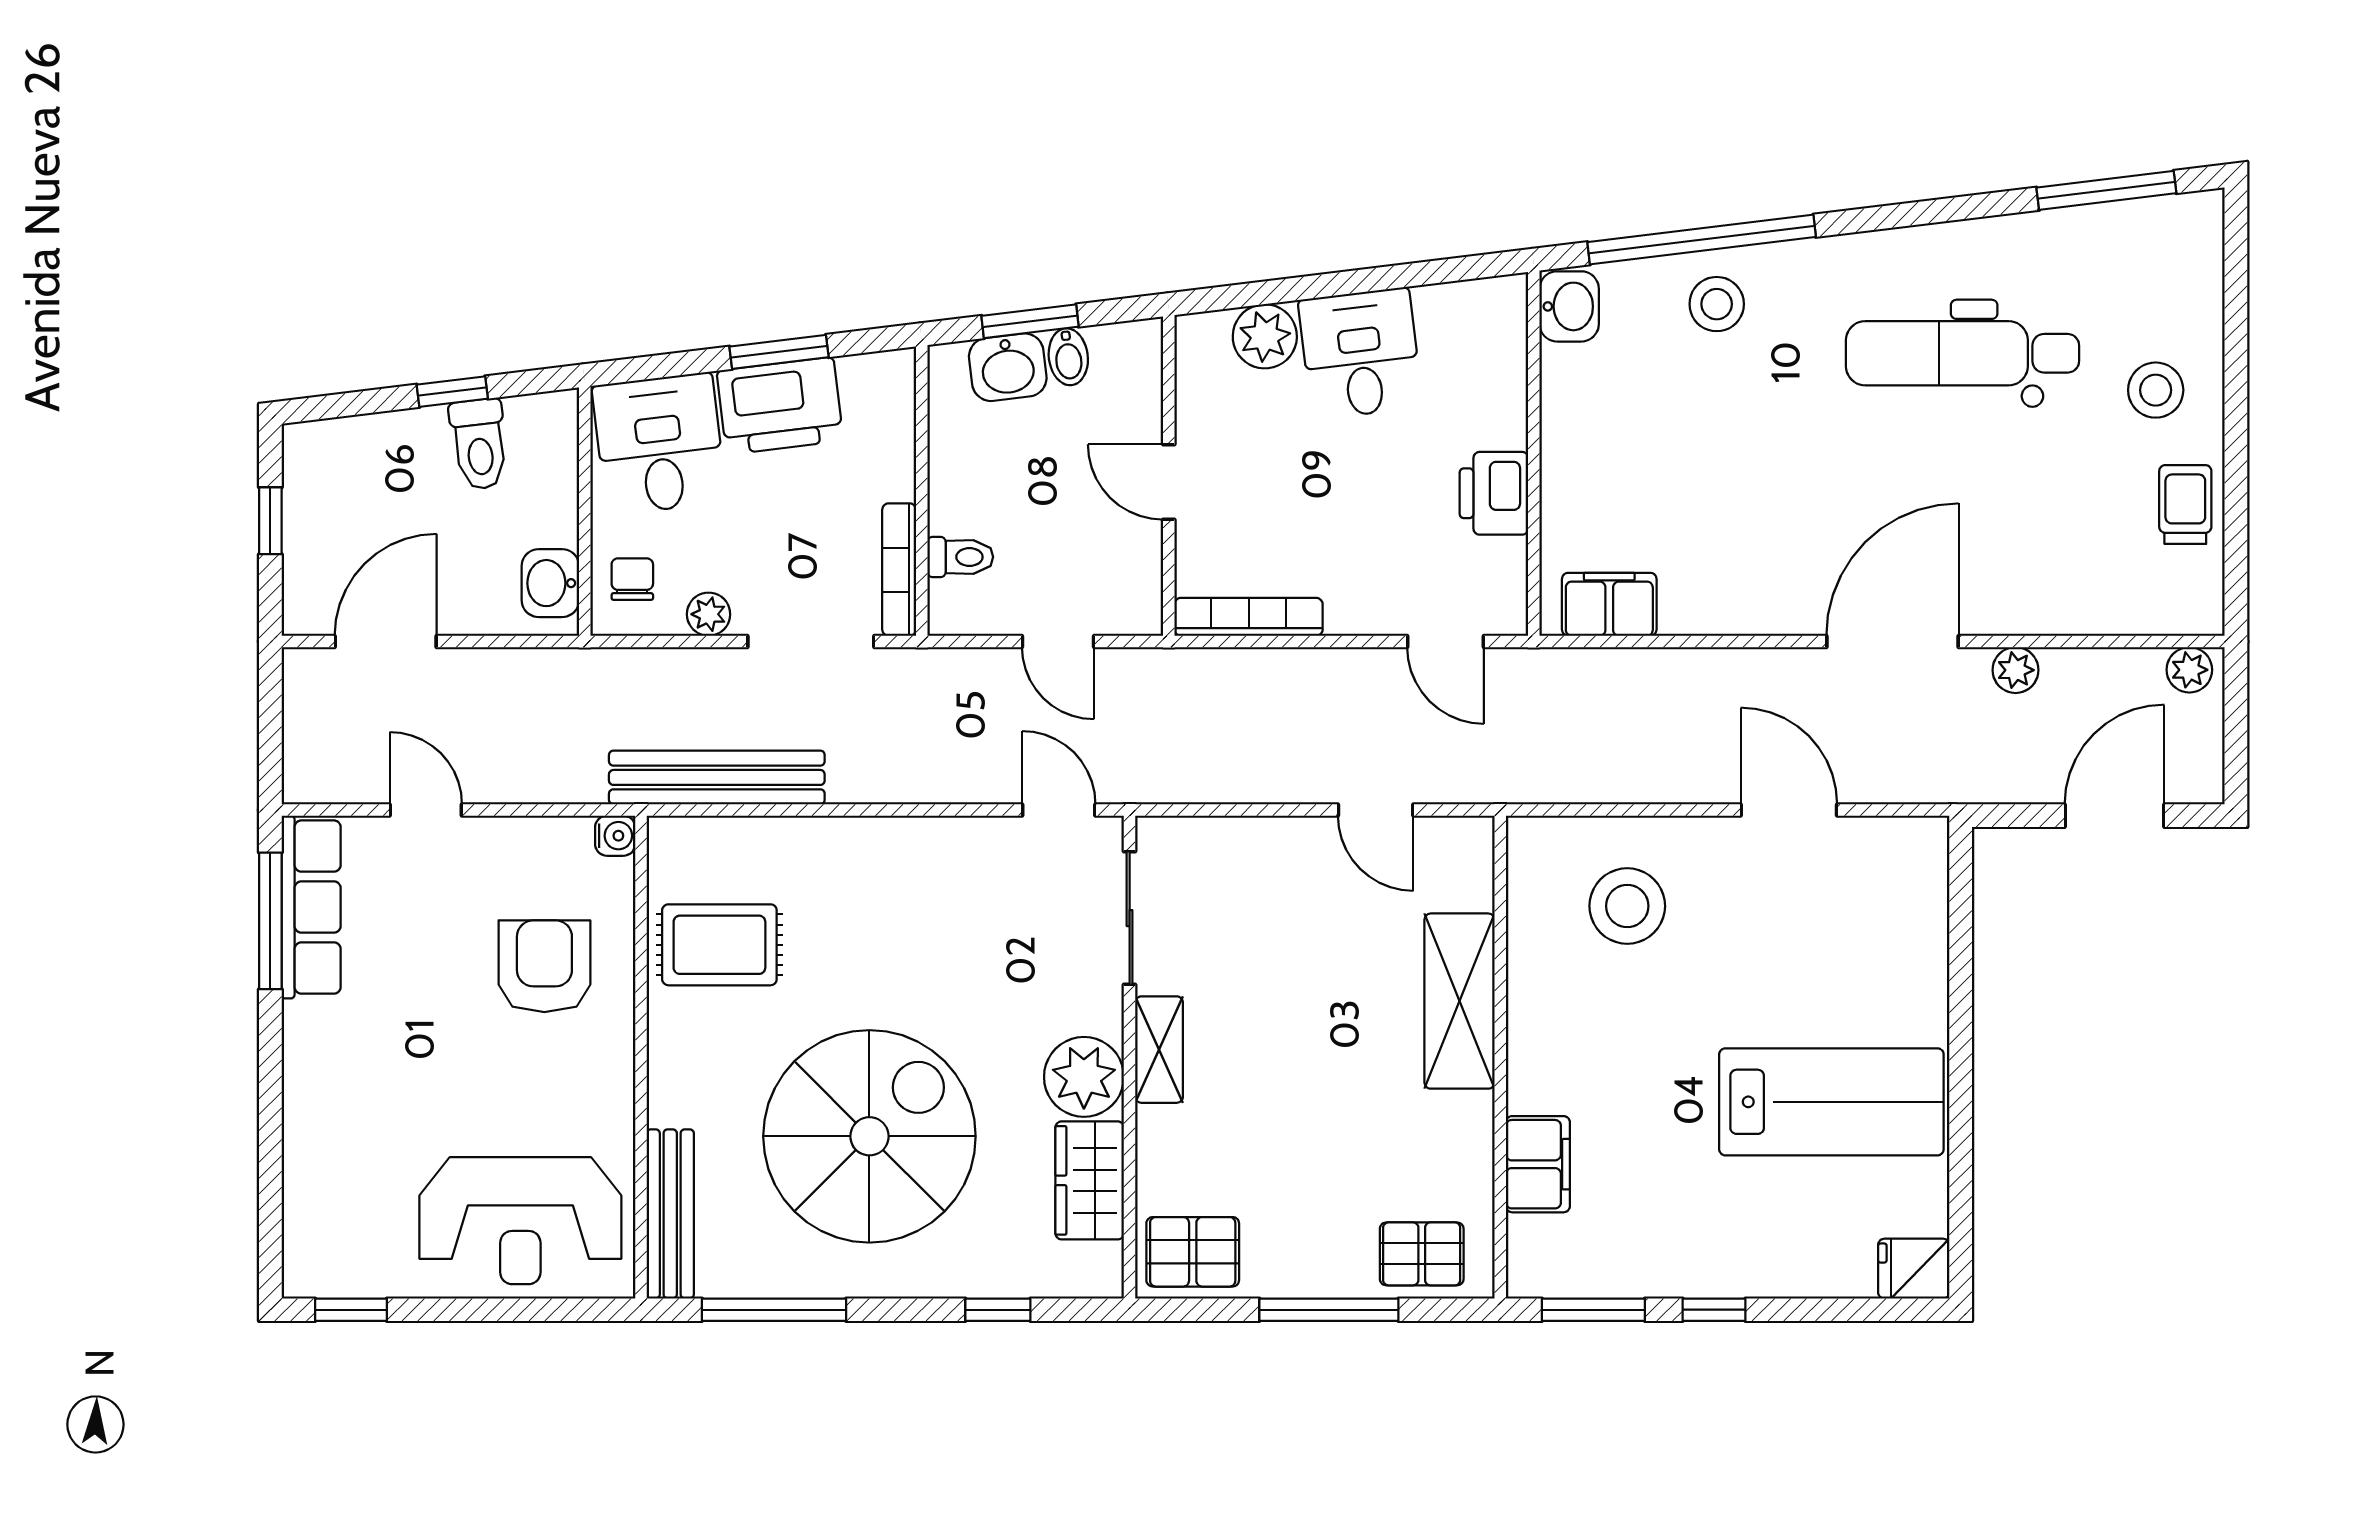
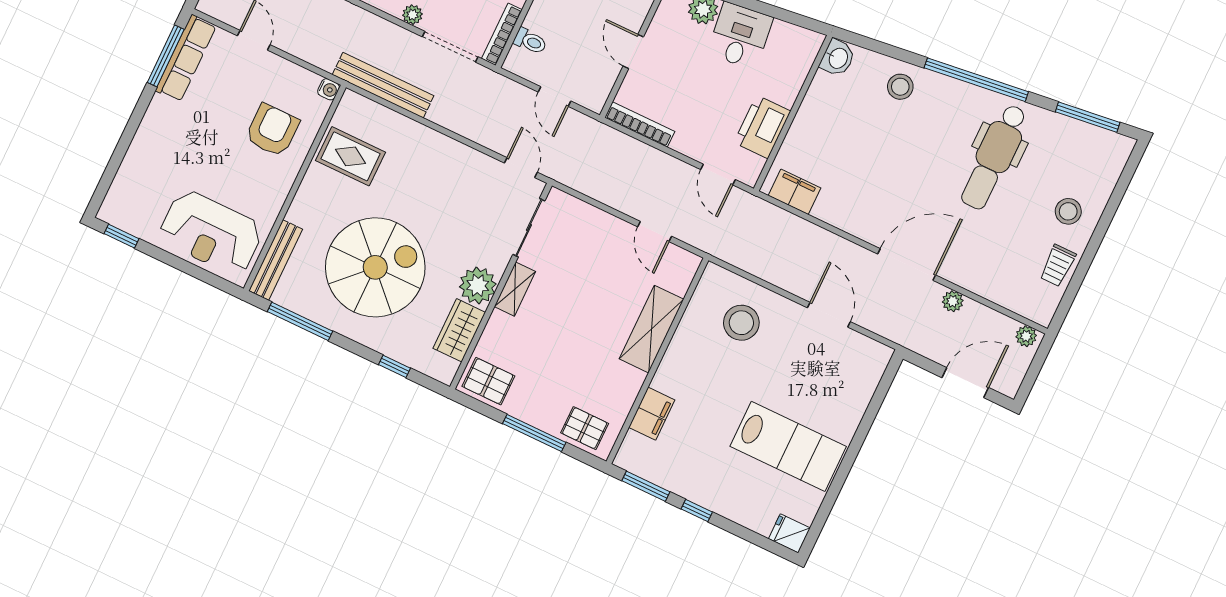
window: (1702, 240) -> (976, 80), moved
dental chair: (1962, 353) -> (994, 157), turned -90
printer: (1494, 493) -> (762, 127), width x1.37, depth x1.19
trolley: (2185, 504) -> (1058, 266), turned 180

